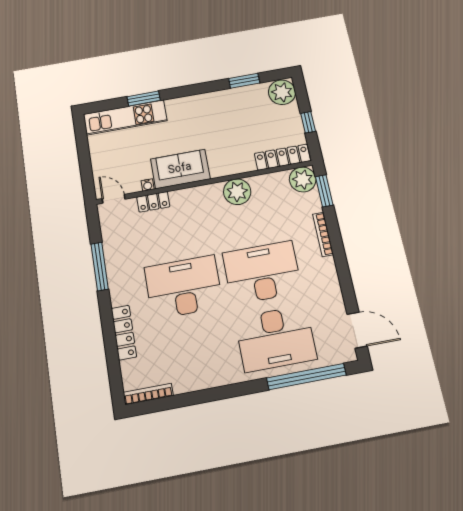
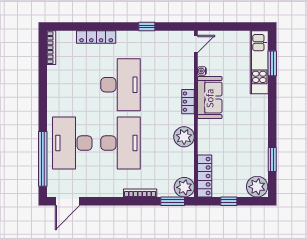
window: (144, 99) -> (272, 63), moved
locker: (153, 202) -> (188, 102), moved
window: (100, 266) -> (147, 26), width x0.46

